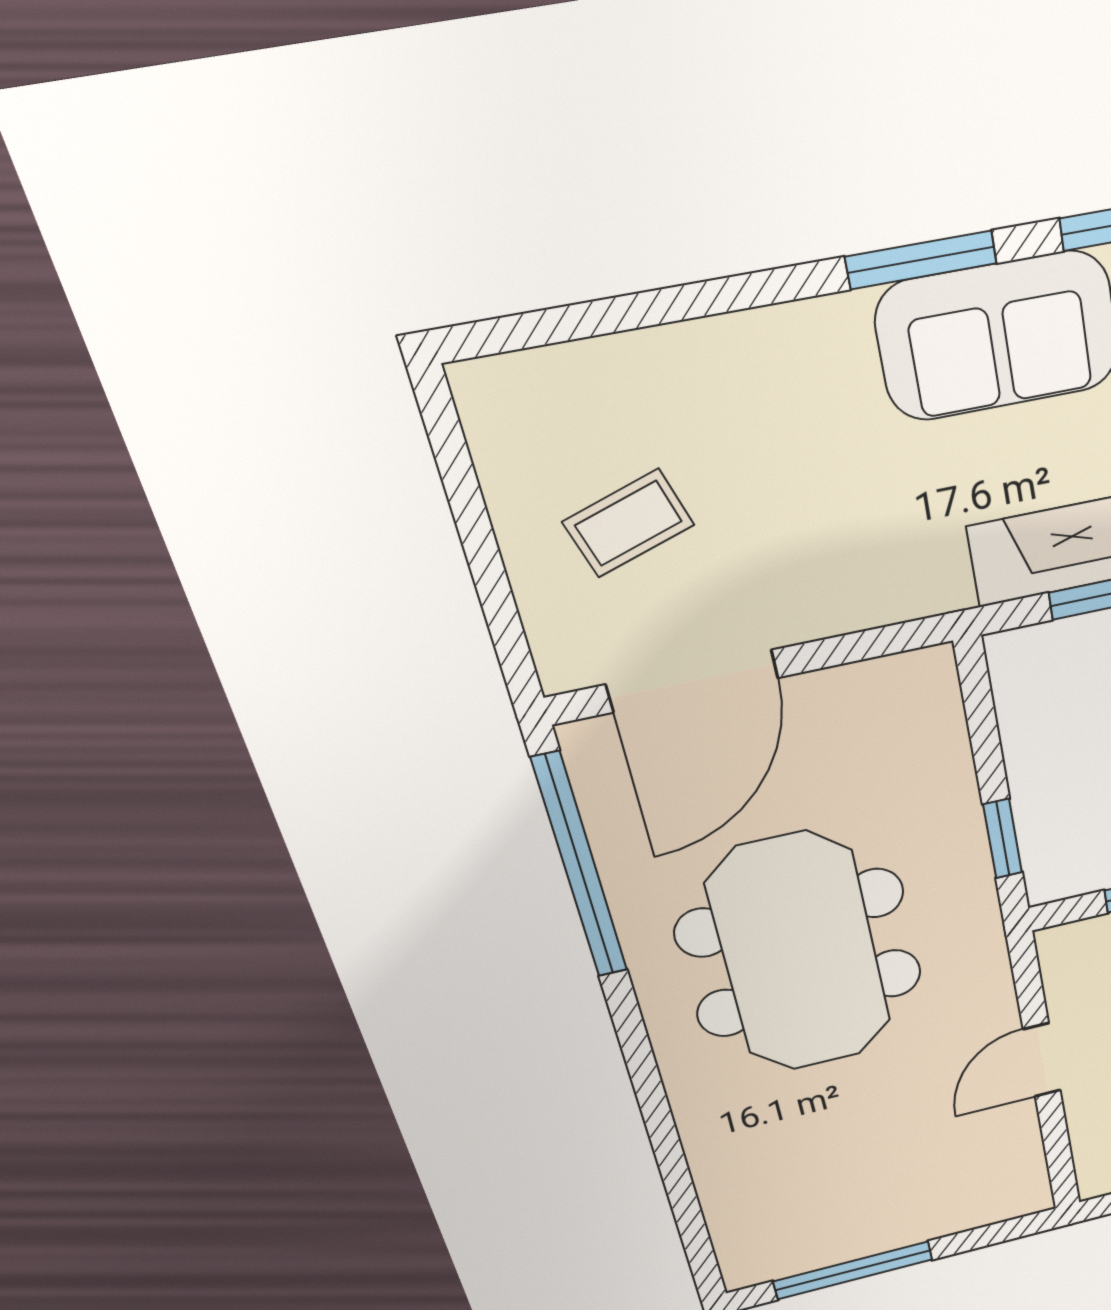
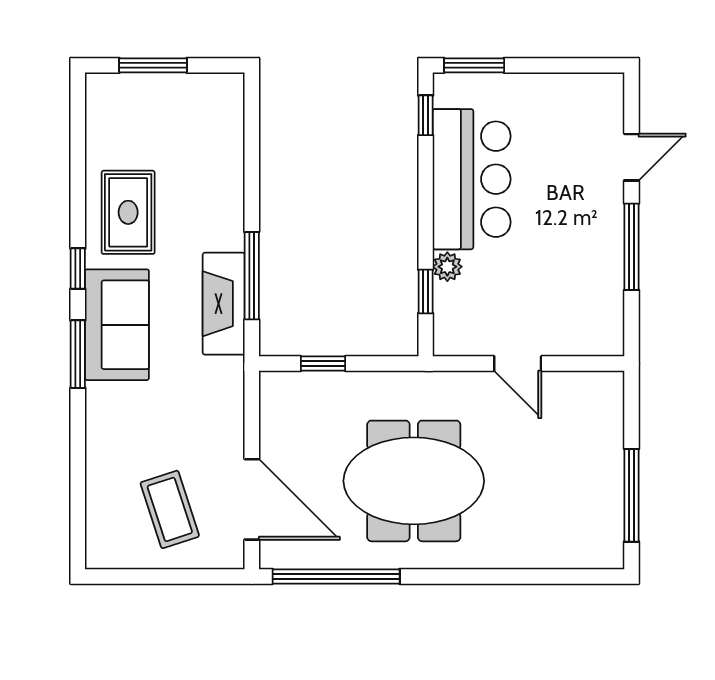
coffee table: (629, 523) -> (170, 509), width x1.36, depth x1.30
window: (1003, 839) -> (323, 363), moved

